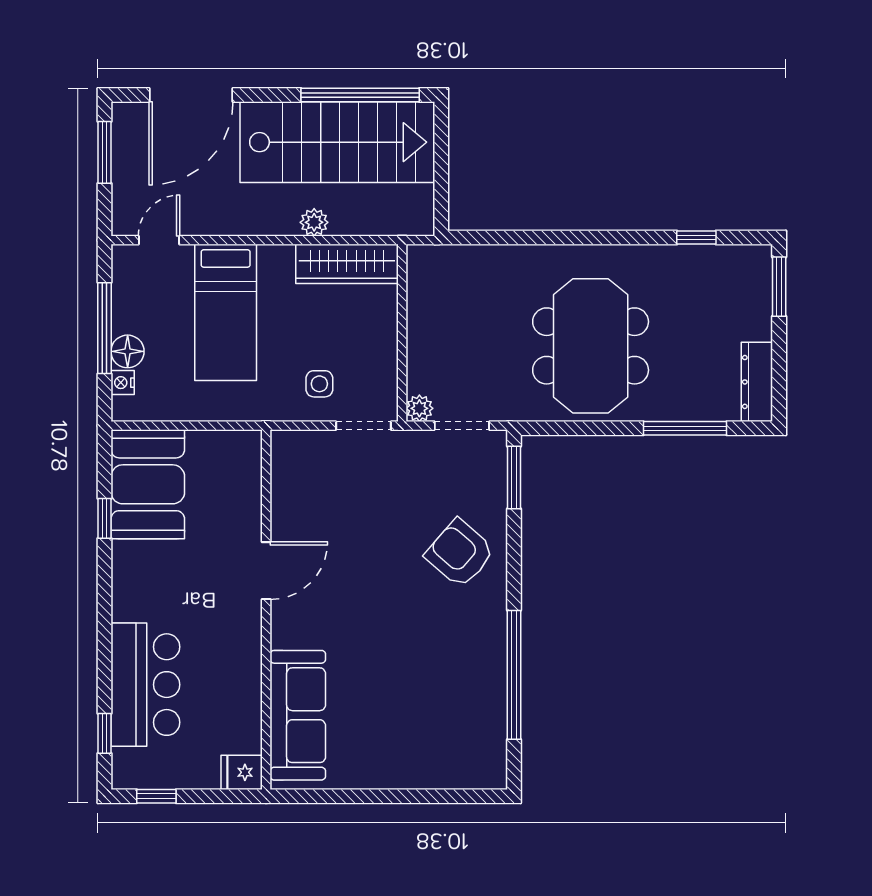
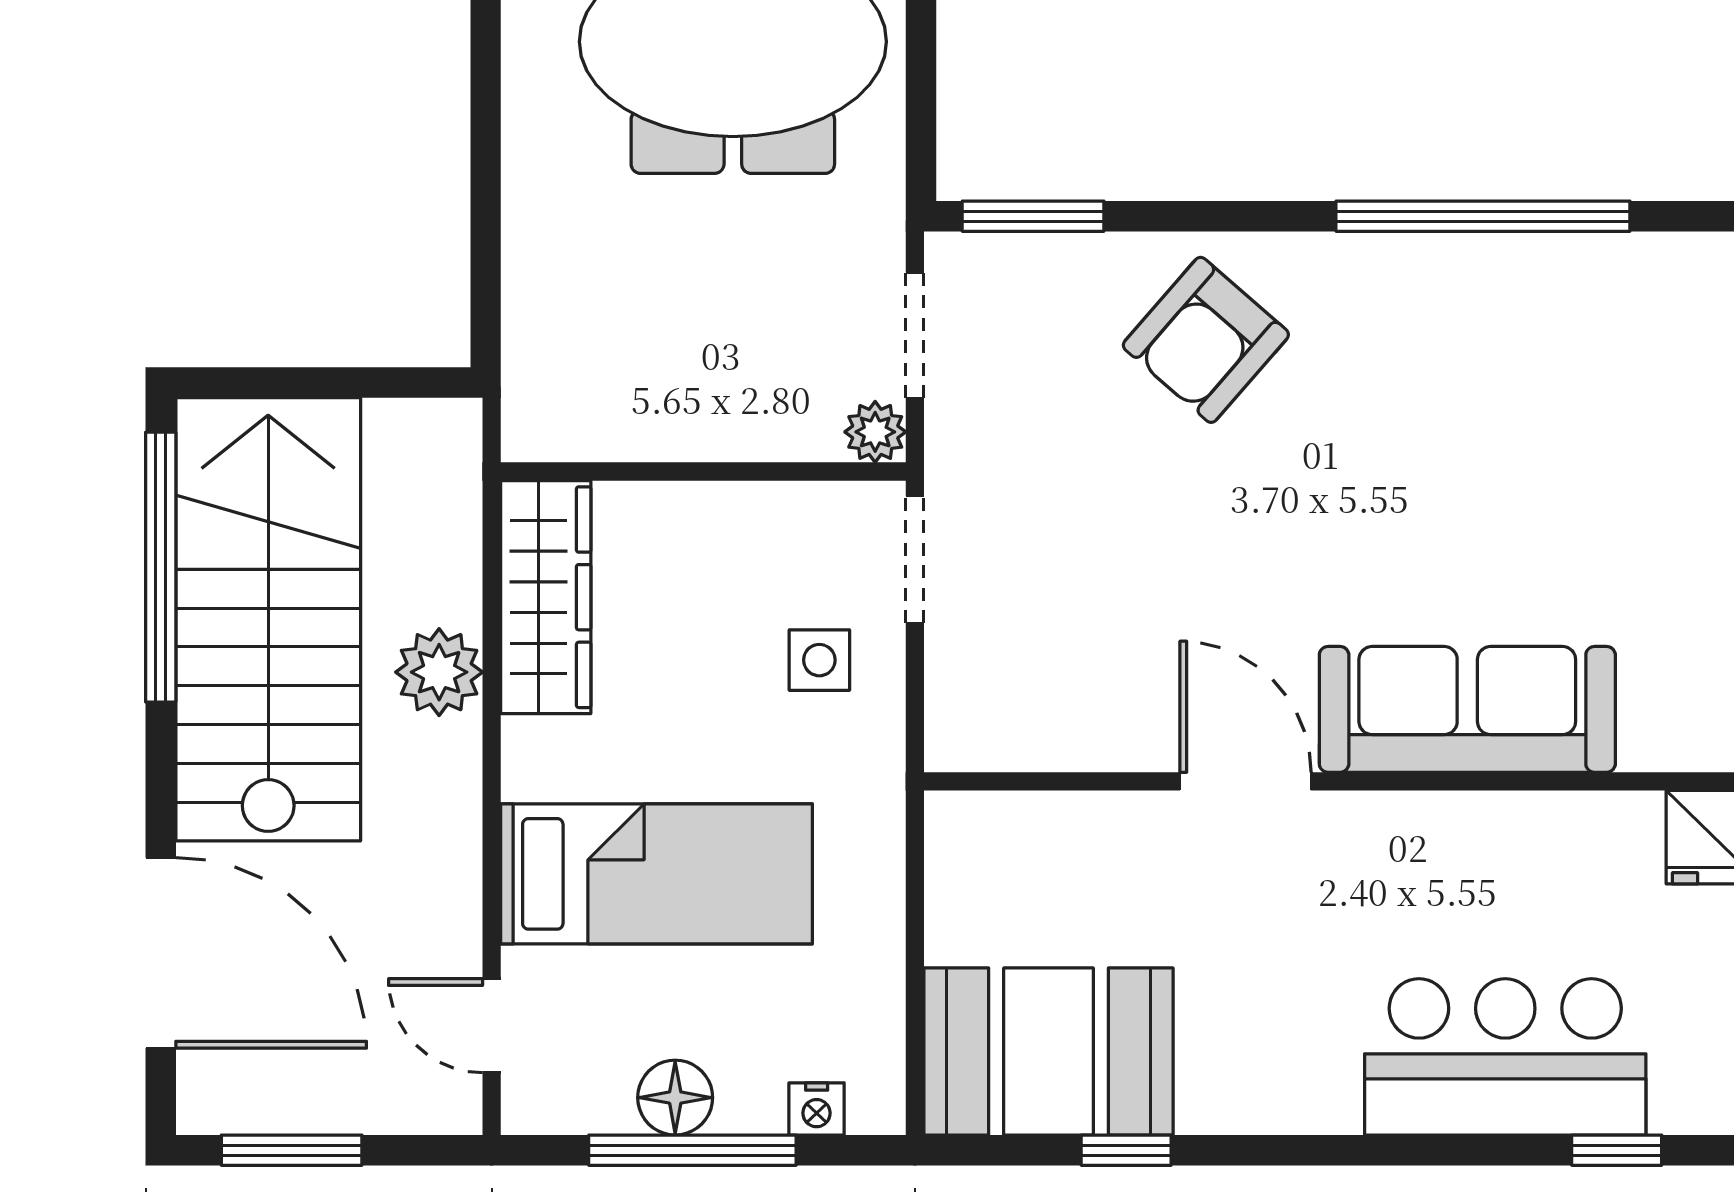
plant: (314, 222) -> (439, 672), width x1.38, depth x1.38
floor lamp: (128, 351) -> (675, 1098), moved
sofa: (298, 715) -> (1467, 709), moved

